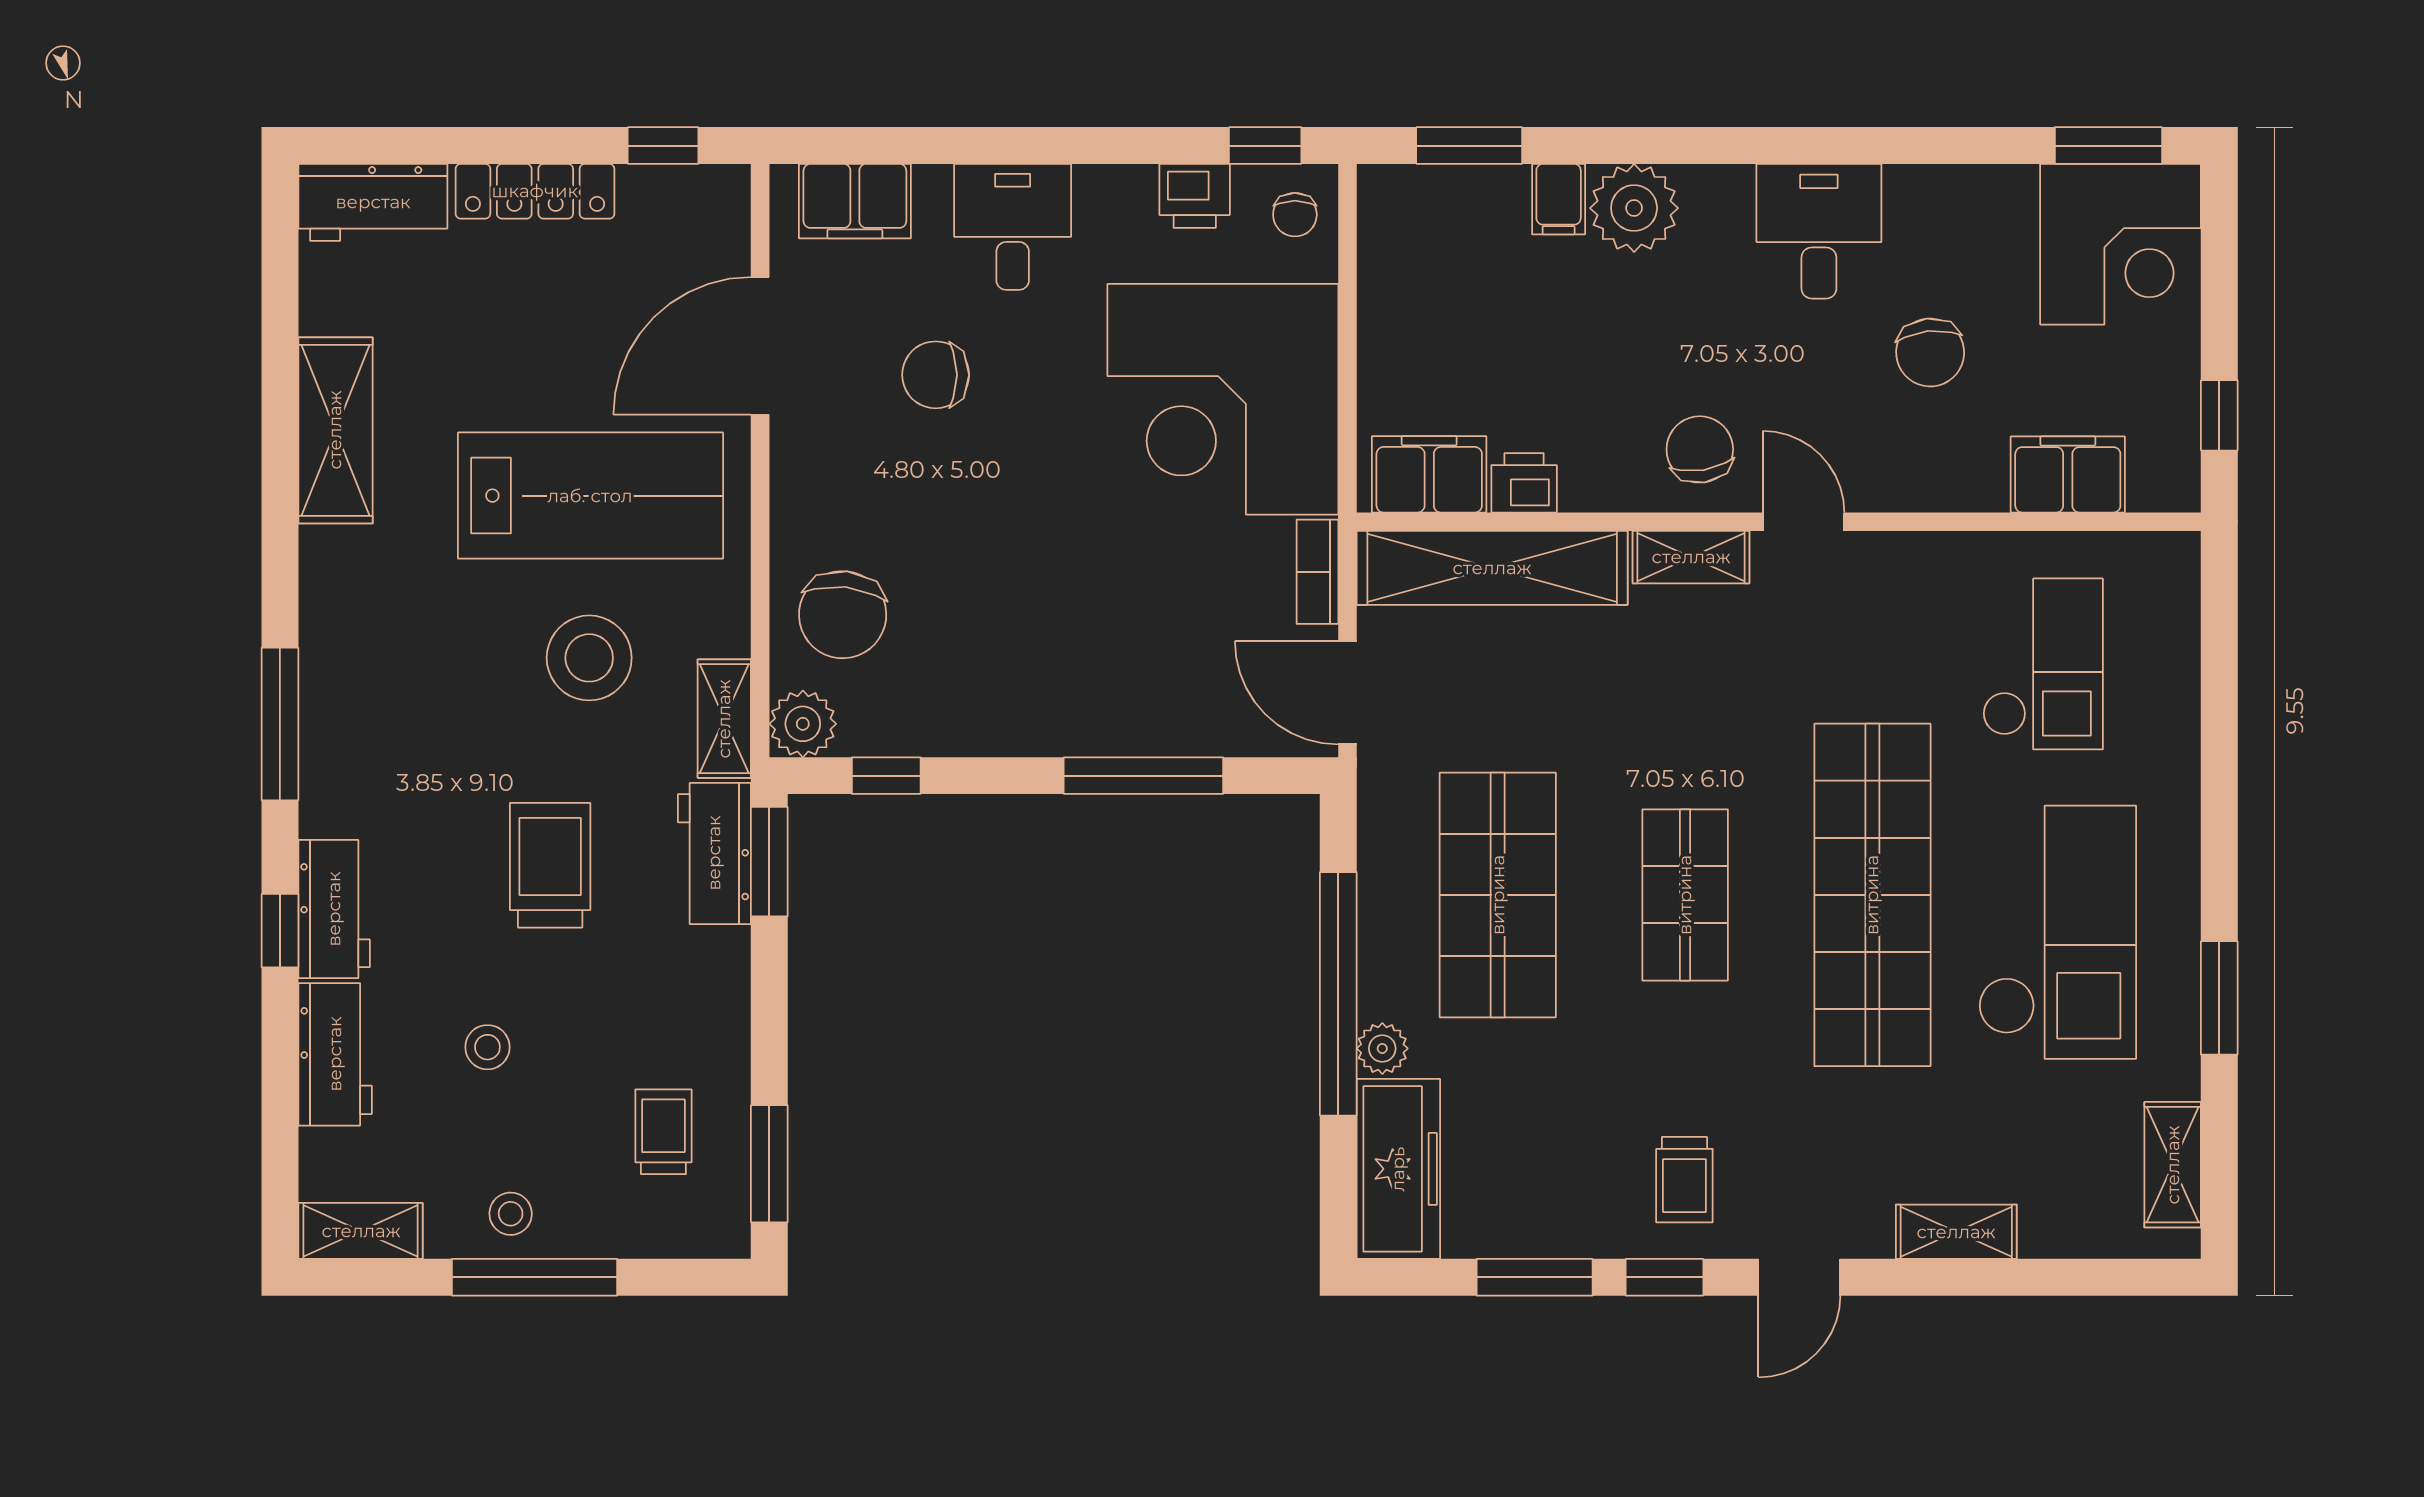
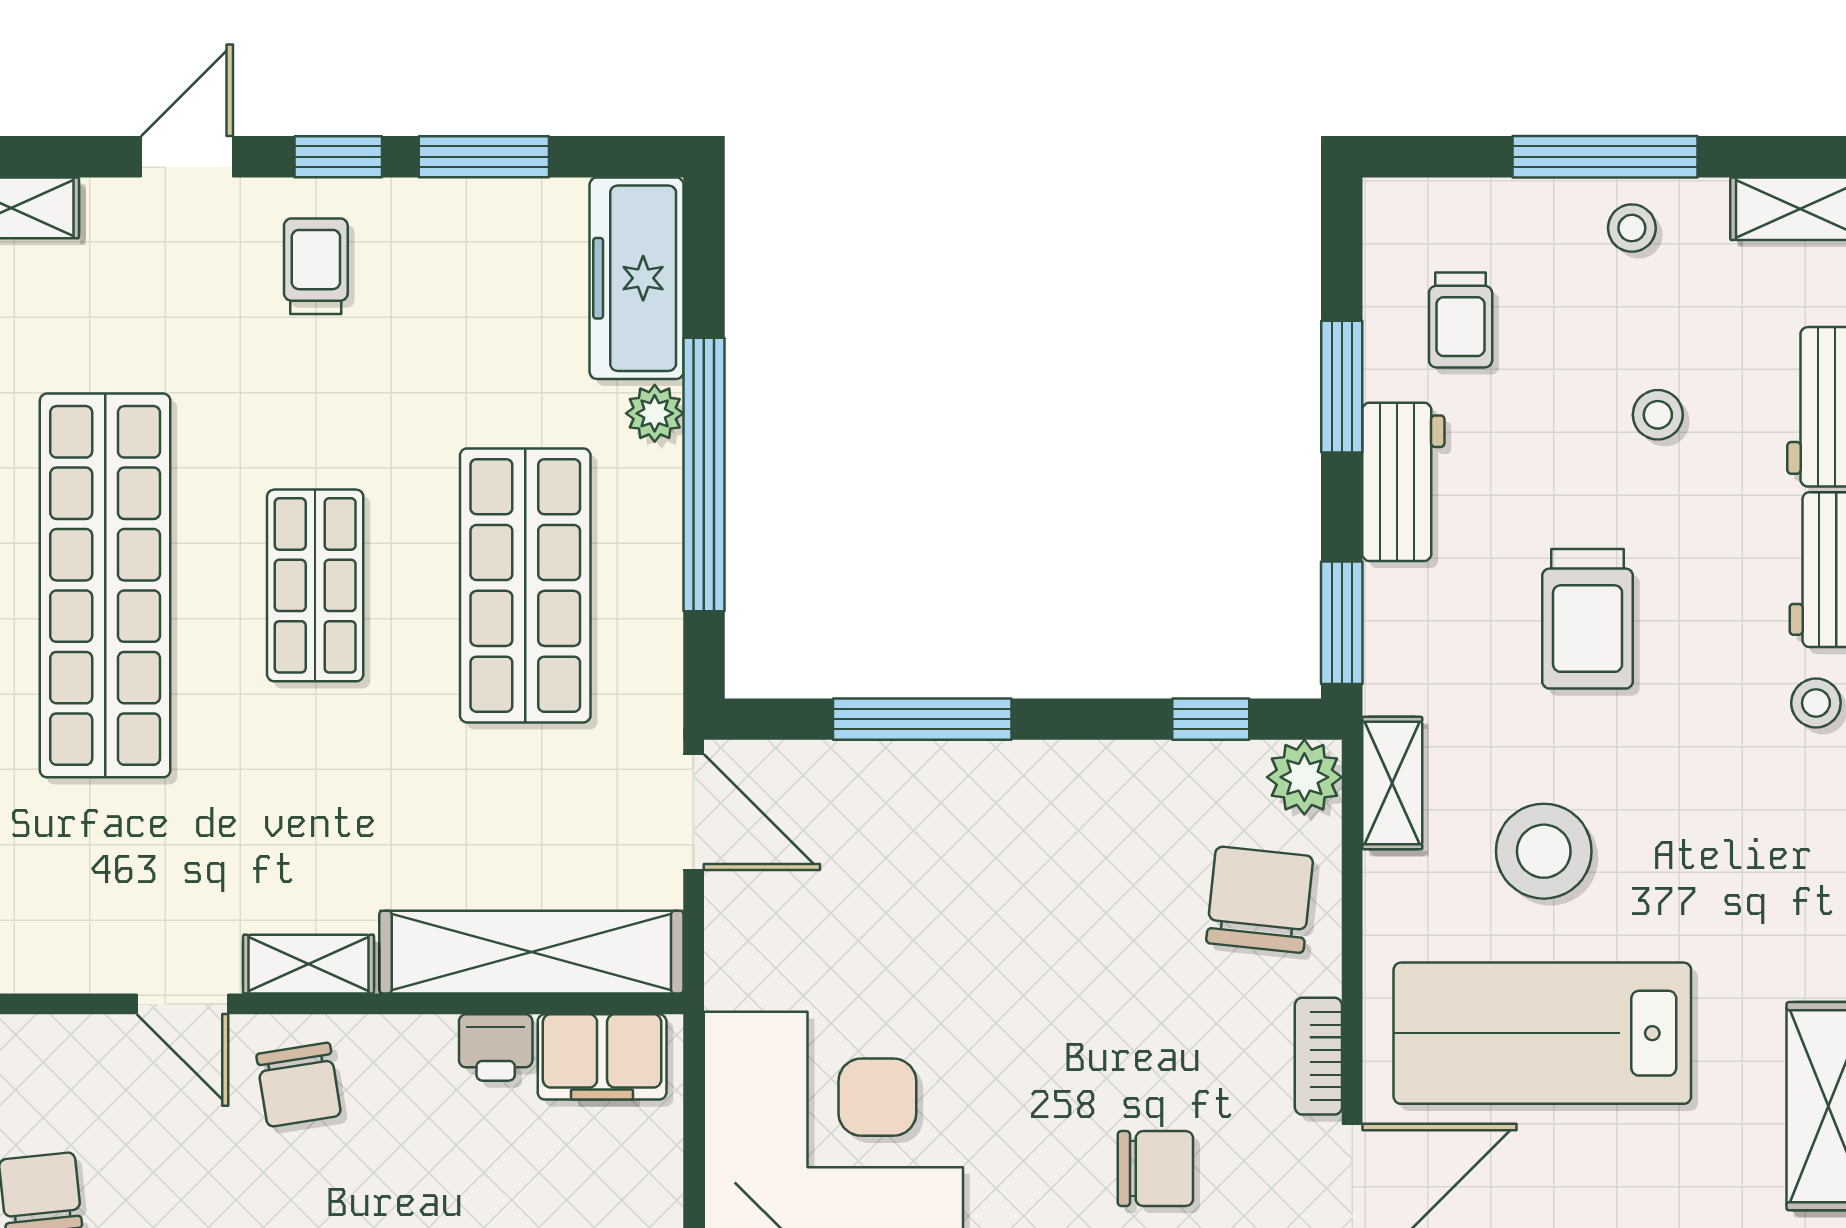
bookcase: (1317, 572) -> (1318, 1056), moved, turned 180
stool: (346, 790) -> (1816, 703), added
workbench: (714, 853) -> (1403, 482), moved
window: (769, 1164) -> (1342, 387), moved

